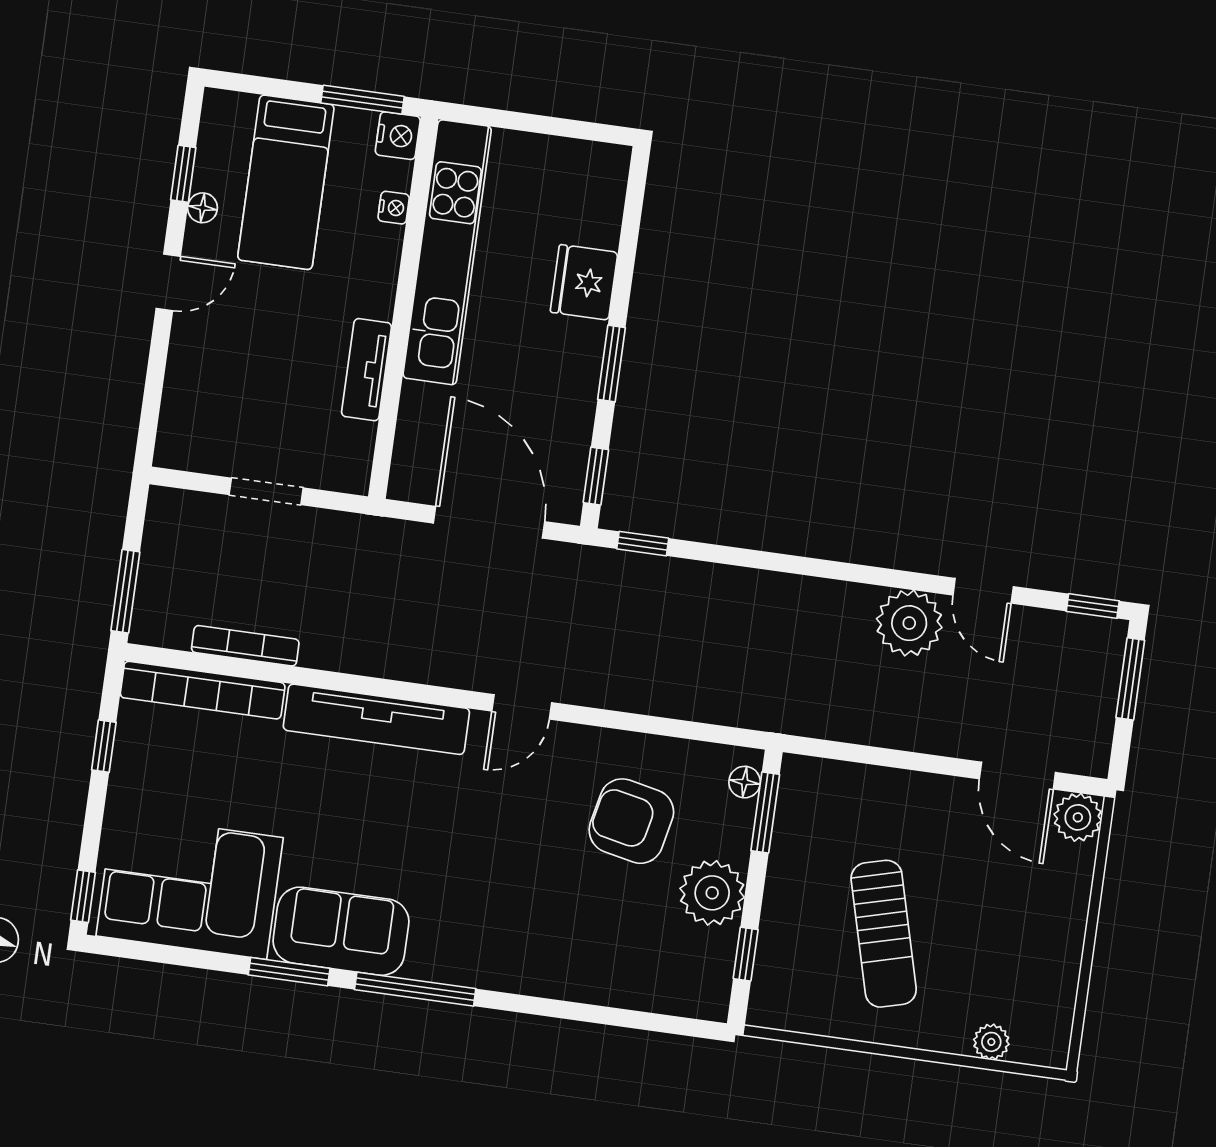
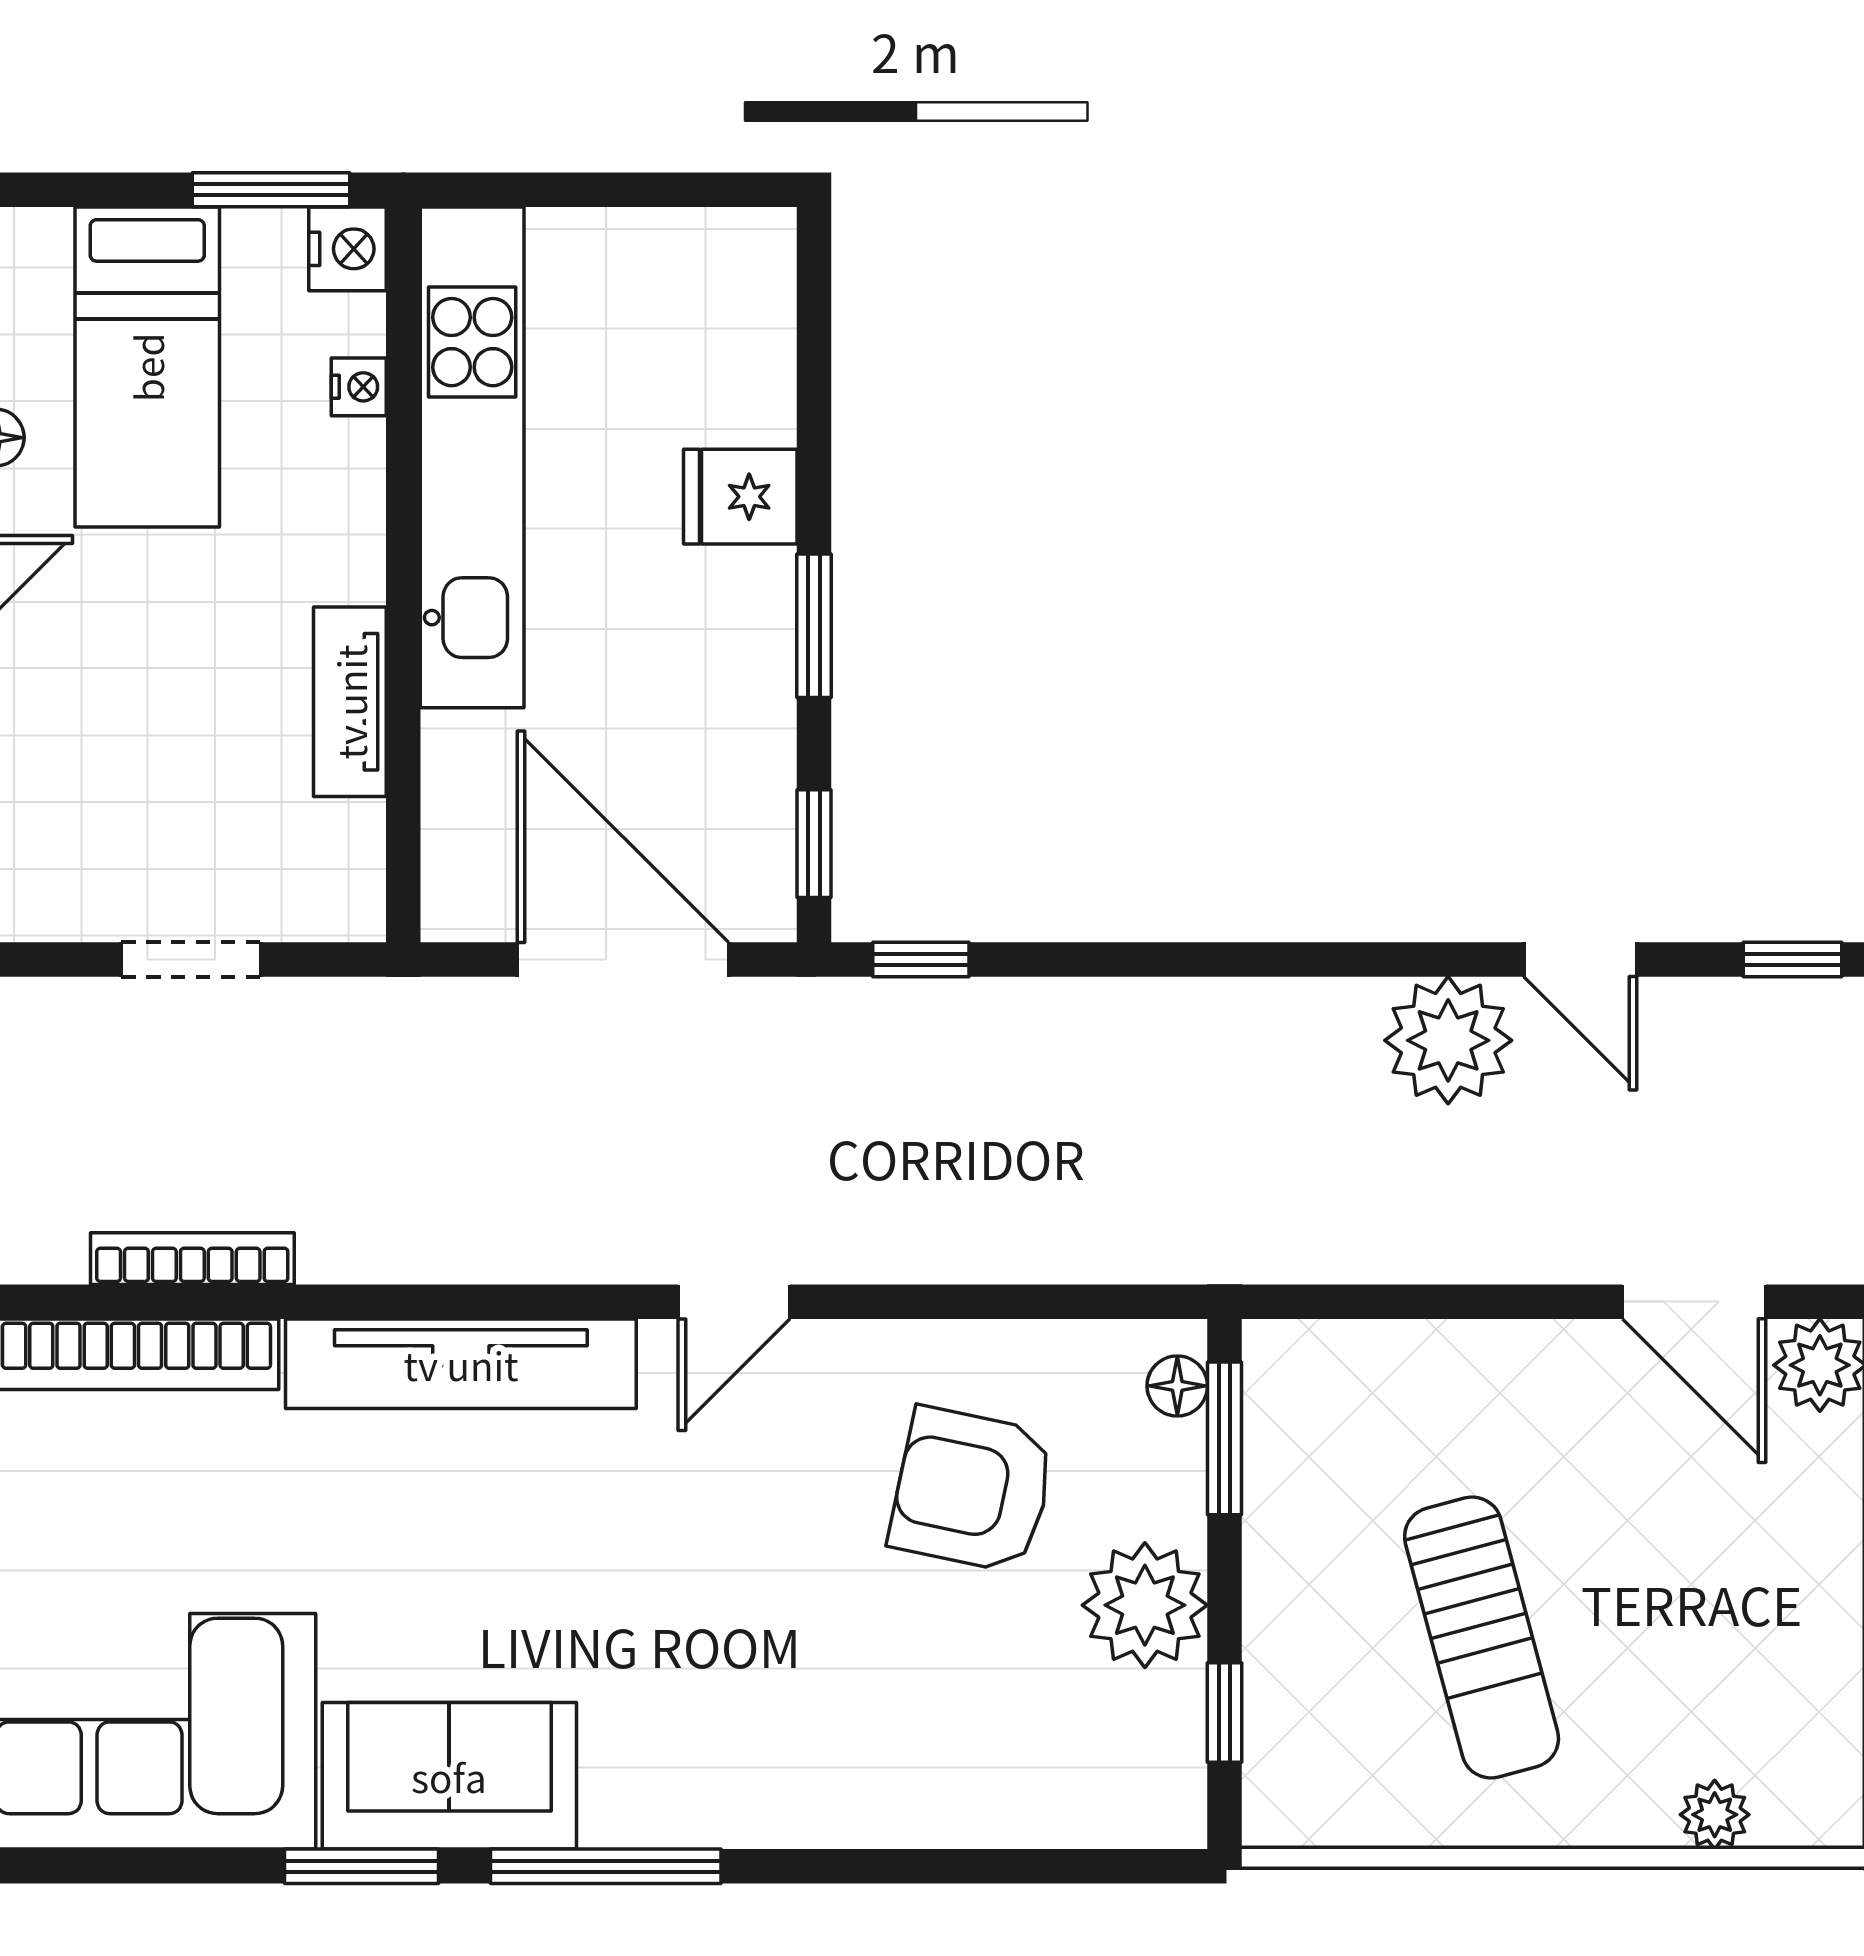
fridge: (584, 282) -> (740, 497), width x0.72

